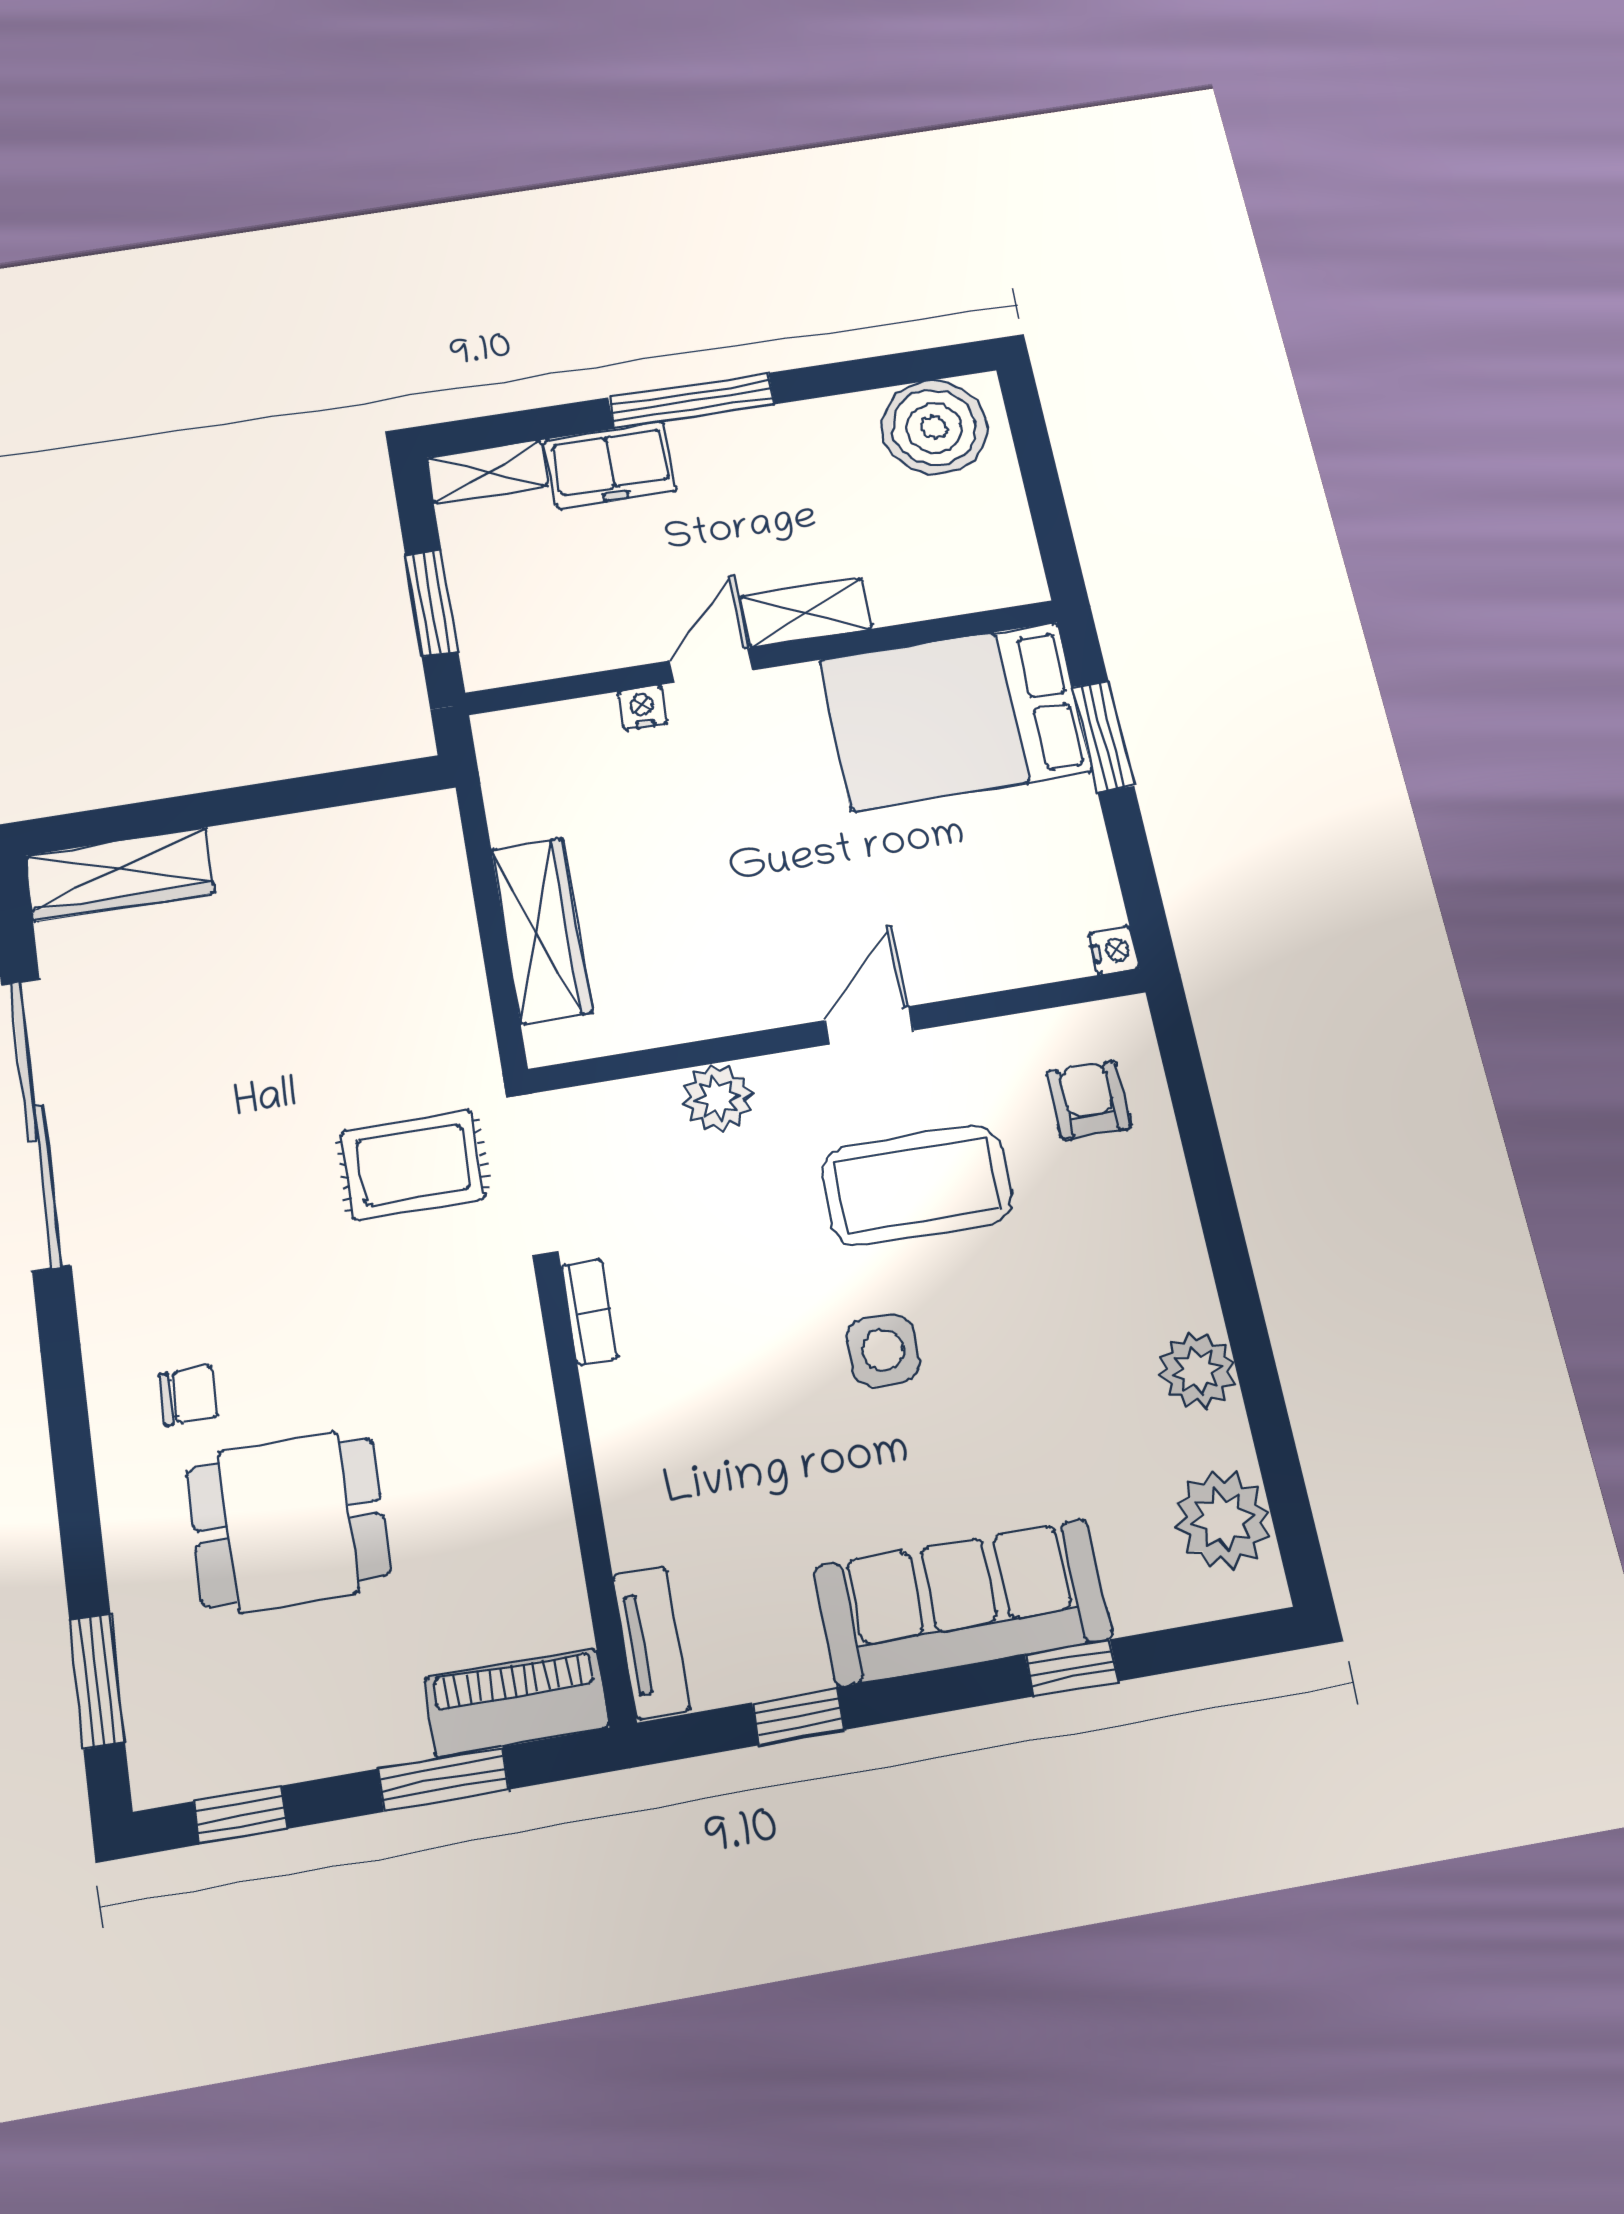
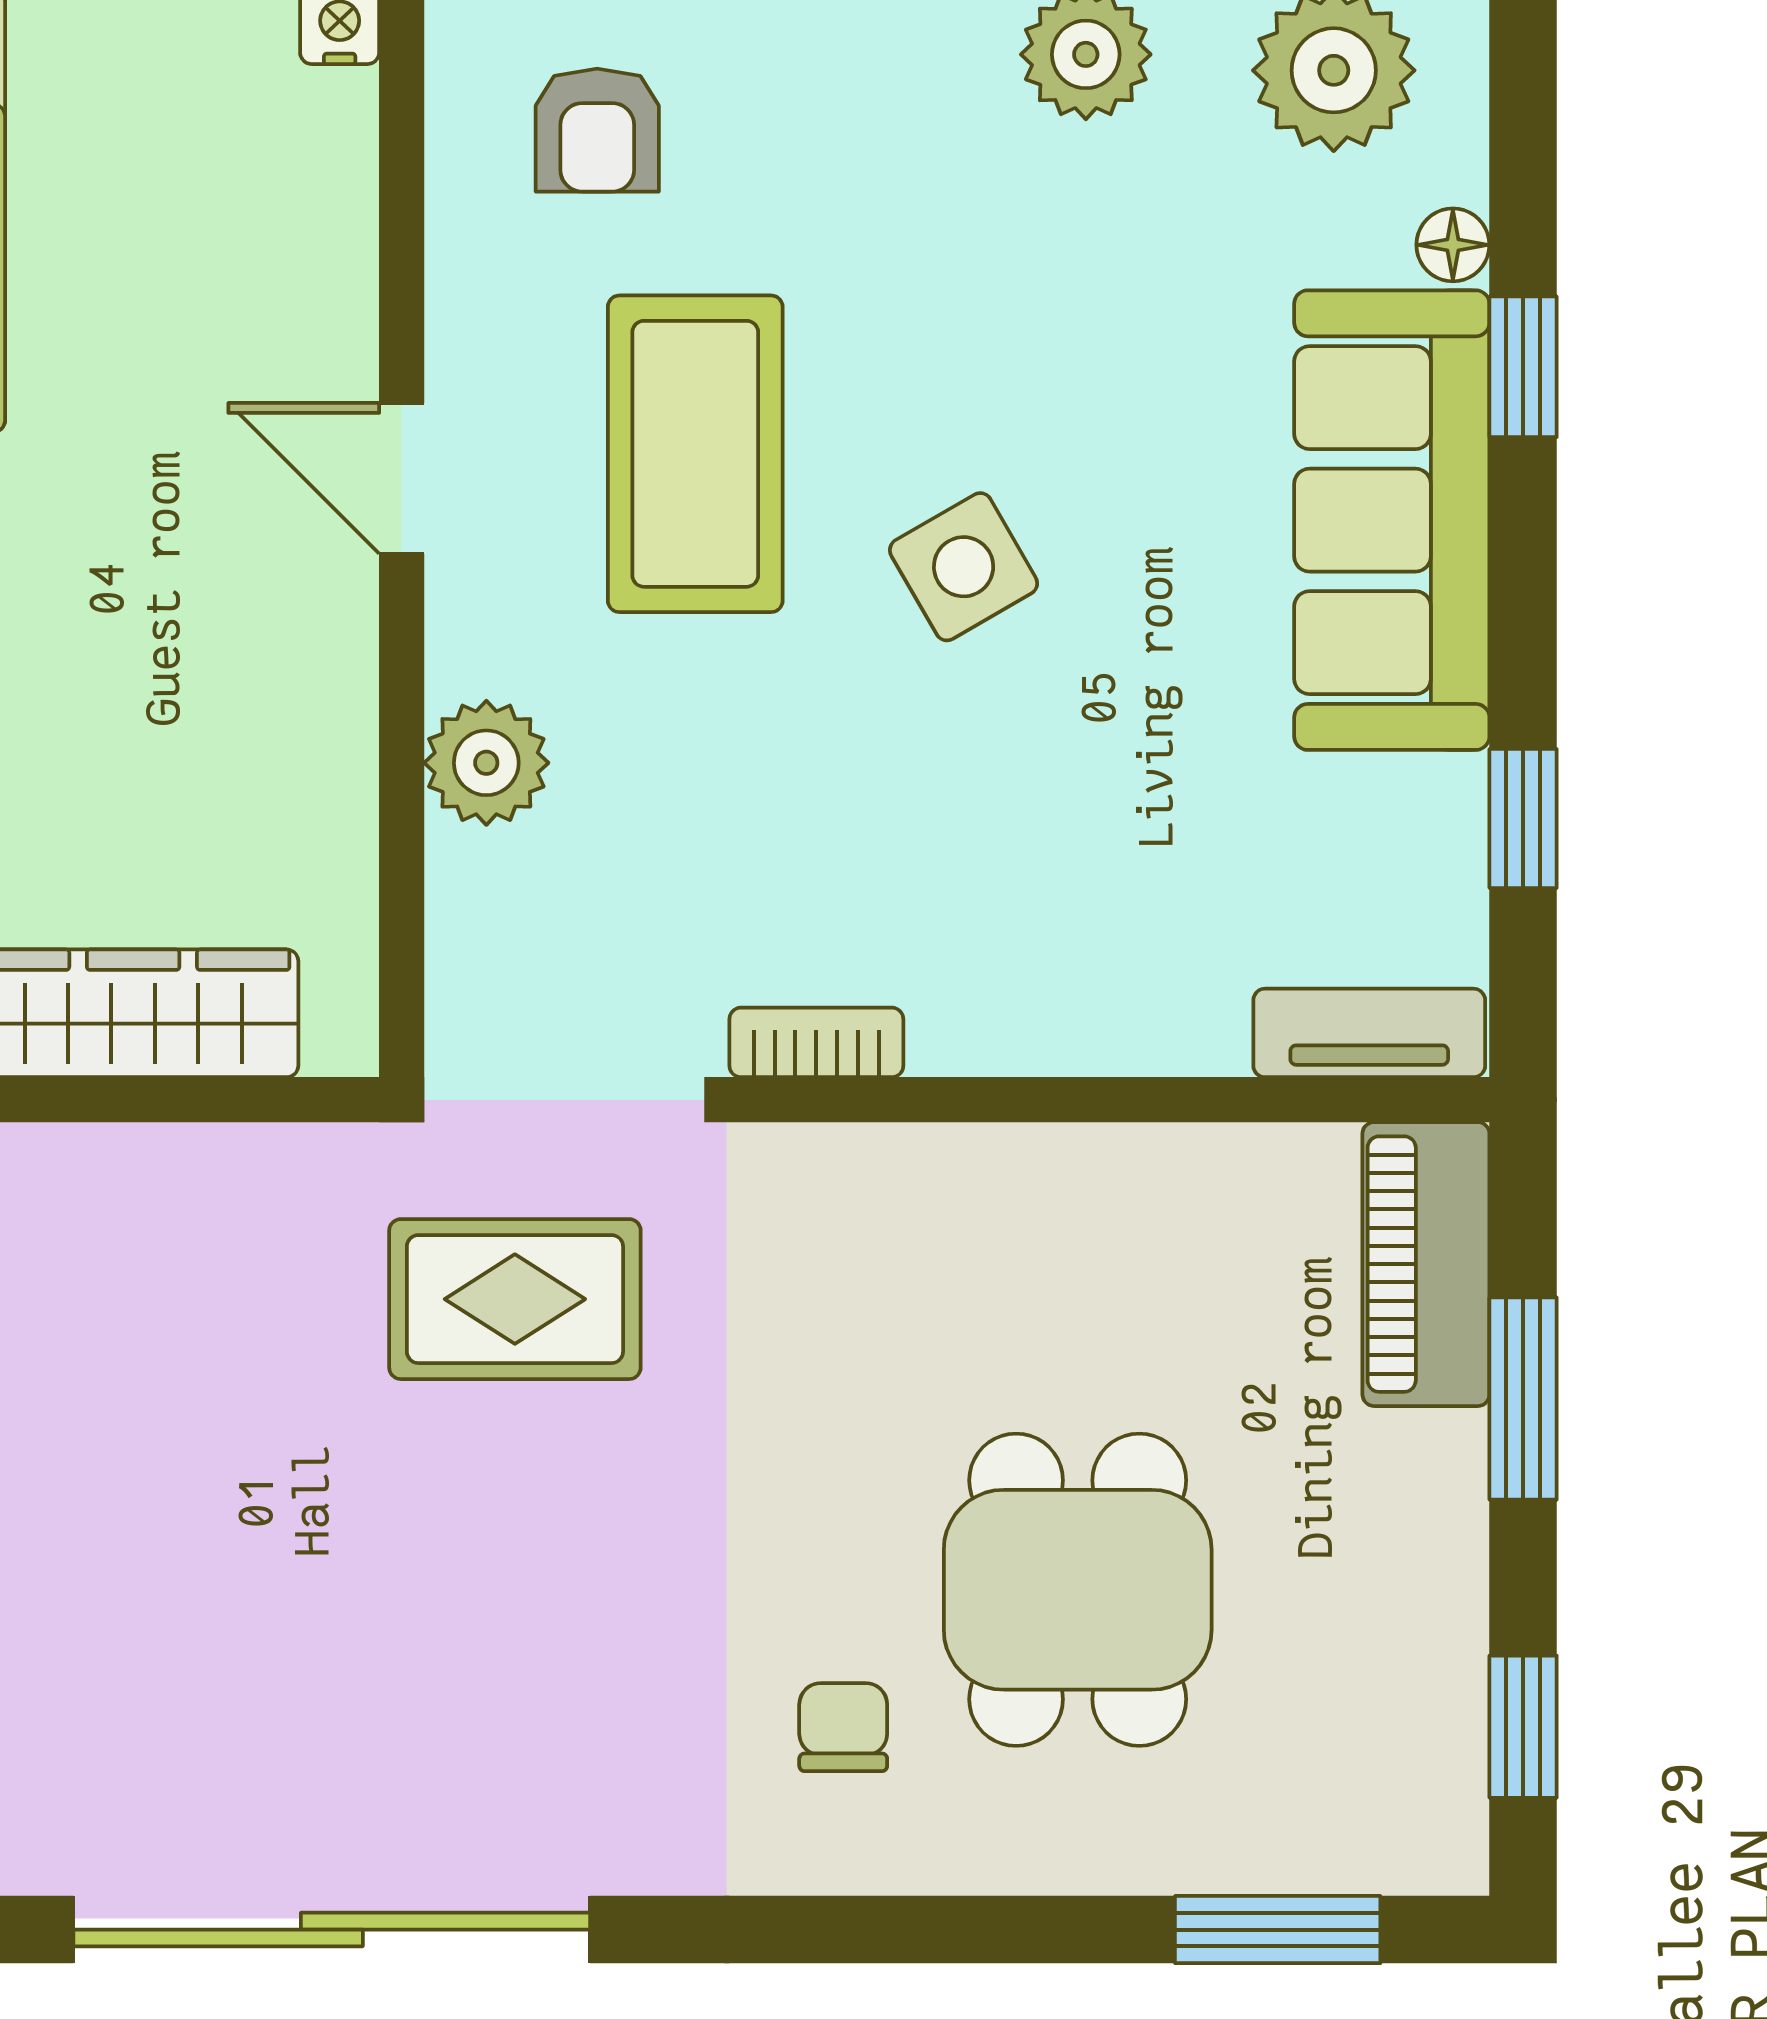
armchair: (1089, 1100) -> (597, 130), turned -90
rug: (413, 1165) -> (515, 1299), turned 90
side table: (883, 1350) -> (964, 567), turned -30
floor lamp: (1135, 1611) -> (1453, 245), added

